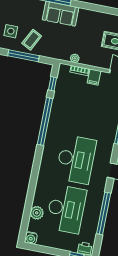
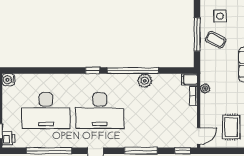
filing cabinet: (94, 77) -> (189, 79), moved
window: (52, 84) -> (92, 70), moved
plant: (37, 213) -> (145, 81), moved

